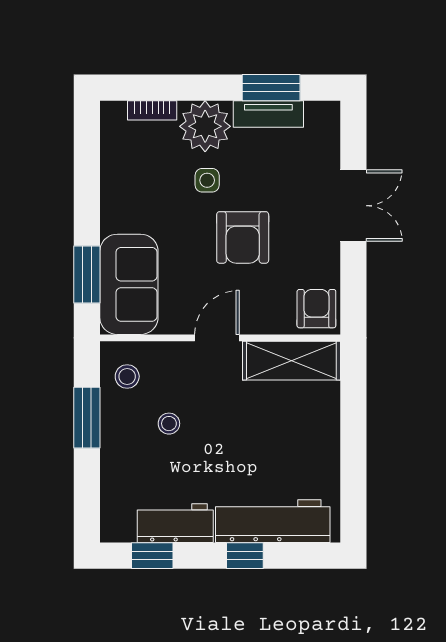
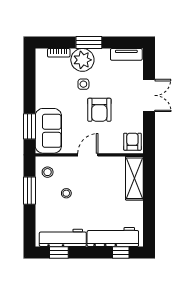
window: (271, 88) -> (89, 43), moved
tv unit: (268, 114) -> (126, 54), moved
shelving: (291, 361) -> (134, 178), moved, turned 90
workbench: (175, 523) -> (63, 238), width x1.37
window: (245, 556) -> (121, 252), moved

